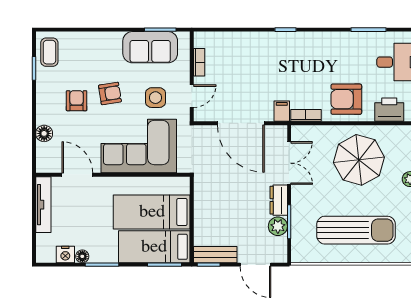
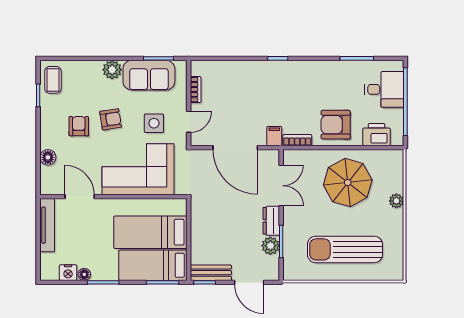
plant: (112, 41) -> (112, 70), added
sun lounger: (356, 230) -> (345, 249), turned 180

